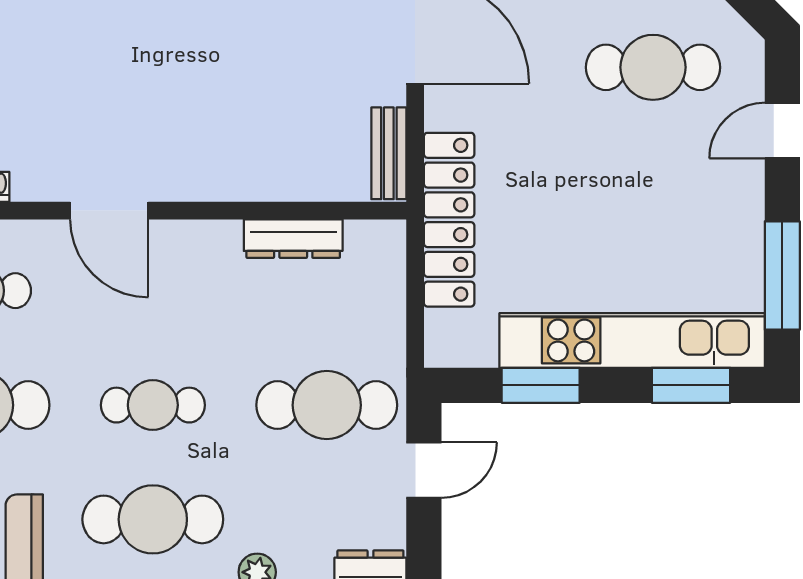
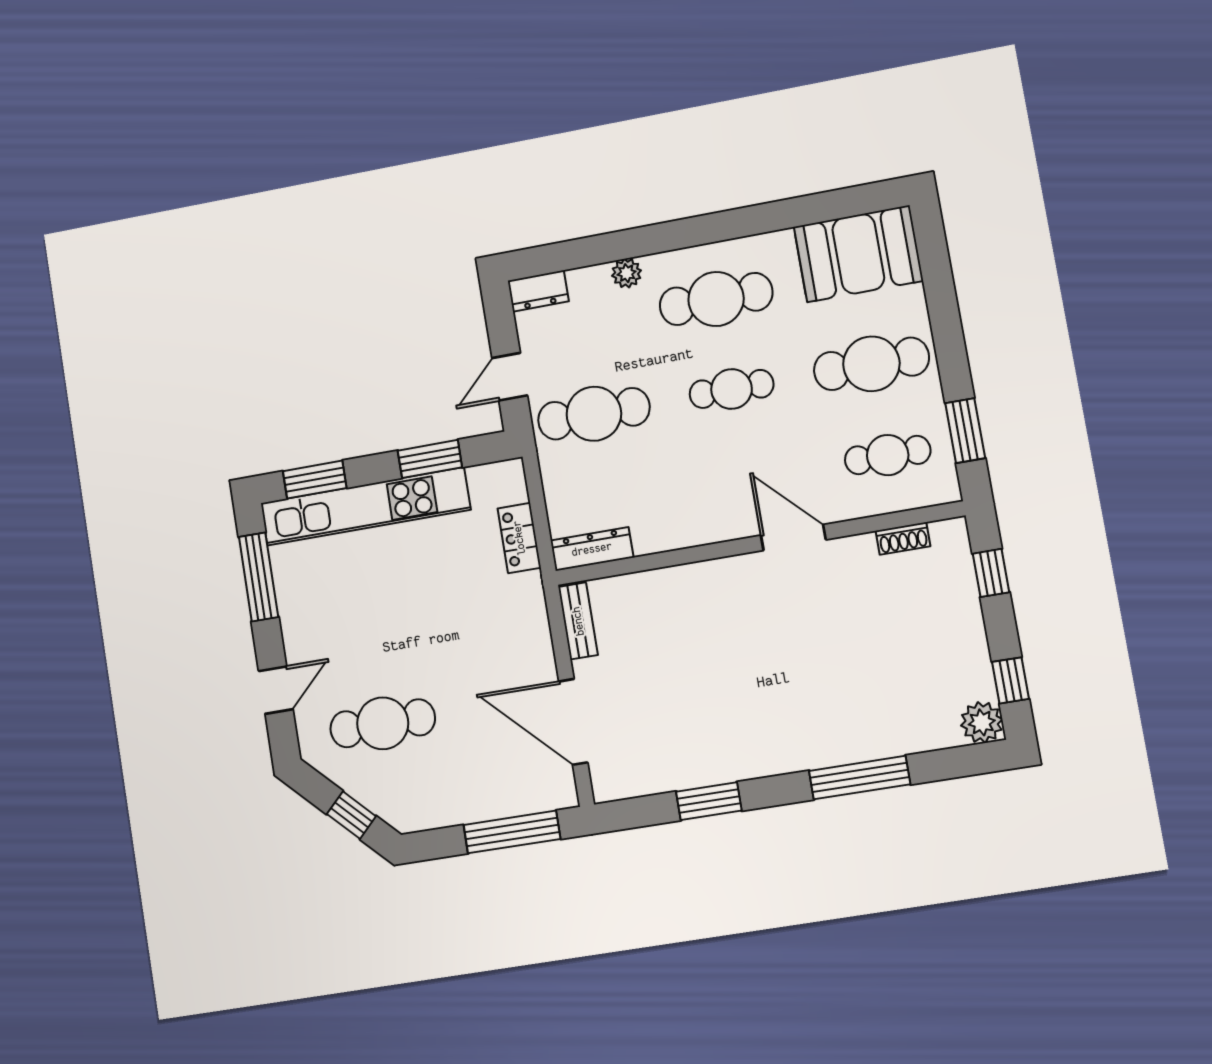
locker: (449, 220) -> (519, 538), width x0.46, depth x0.83
dresser: (293, 239) -> (592, 549), moved

